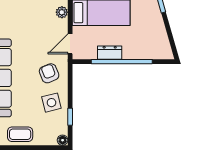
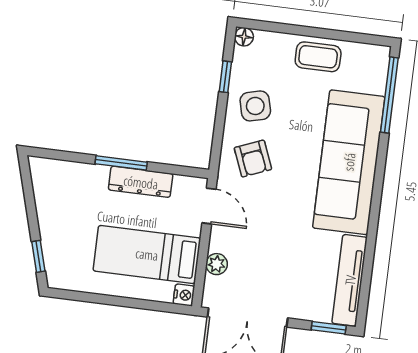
door: (70, 44) -> (209, 206), hinge flipped
dresser: (110, 53) -> (141, 182), width x1.44
window: (122, 62) -> (121, 163), width x0.47

